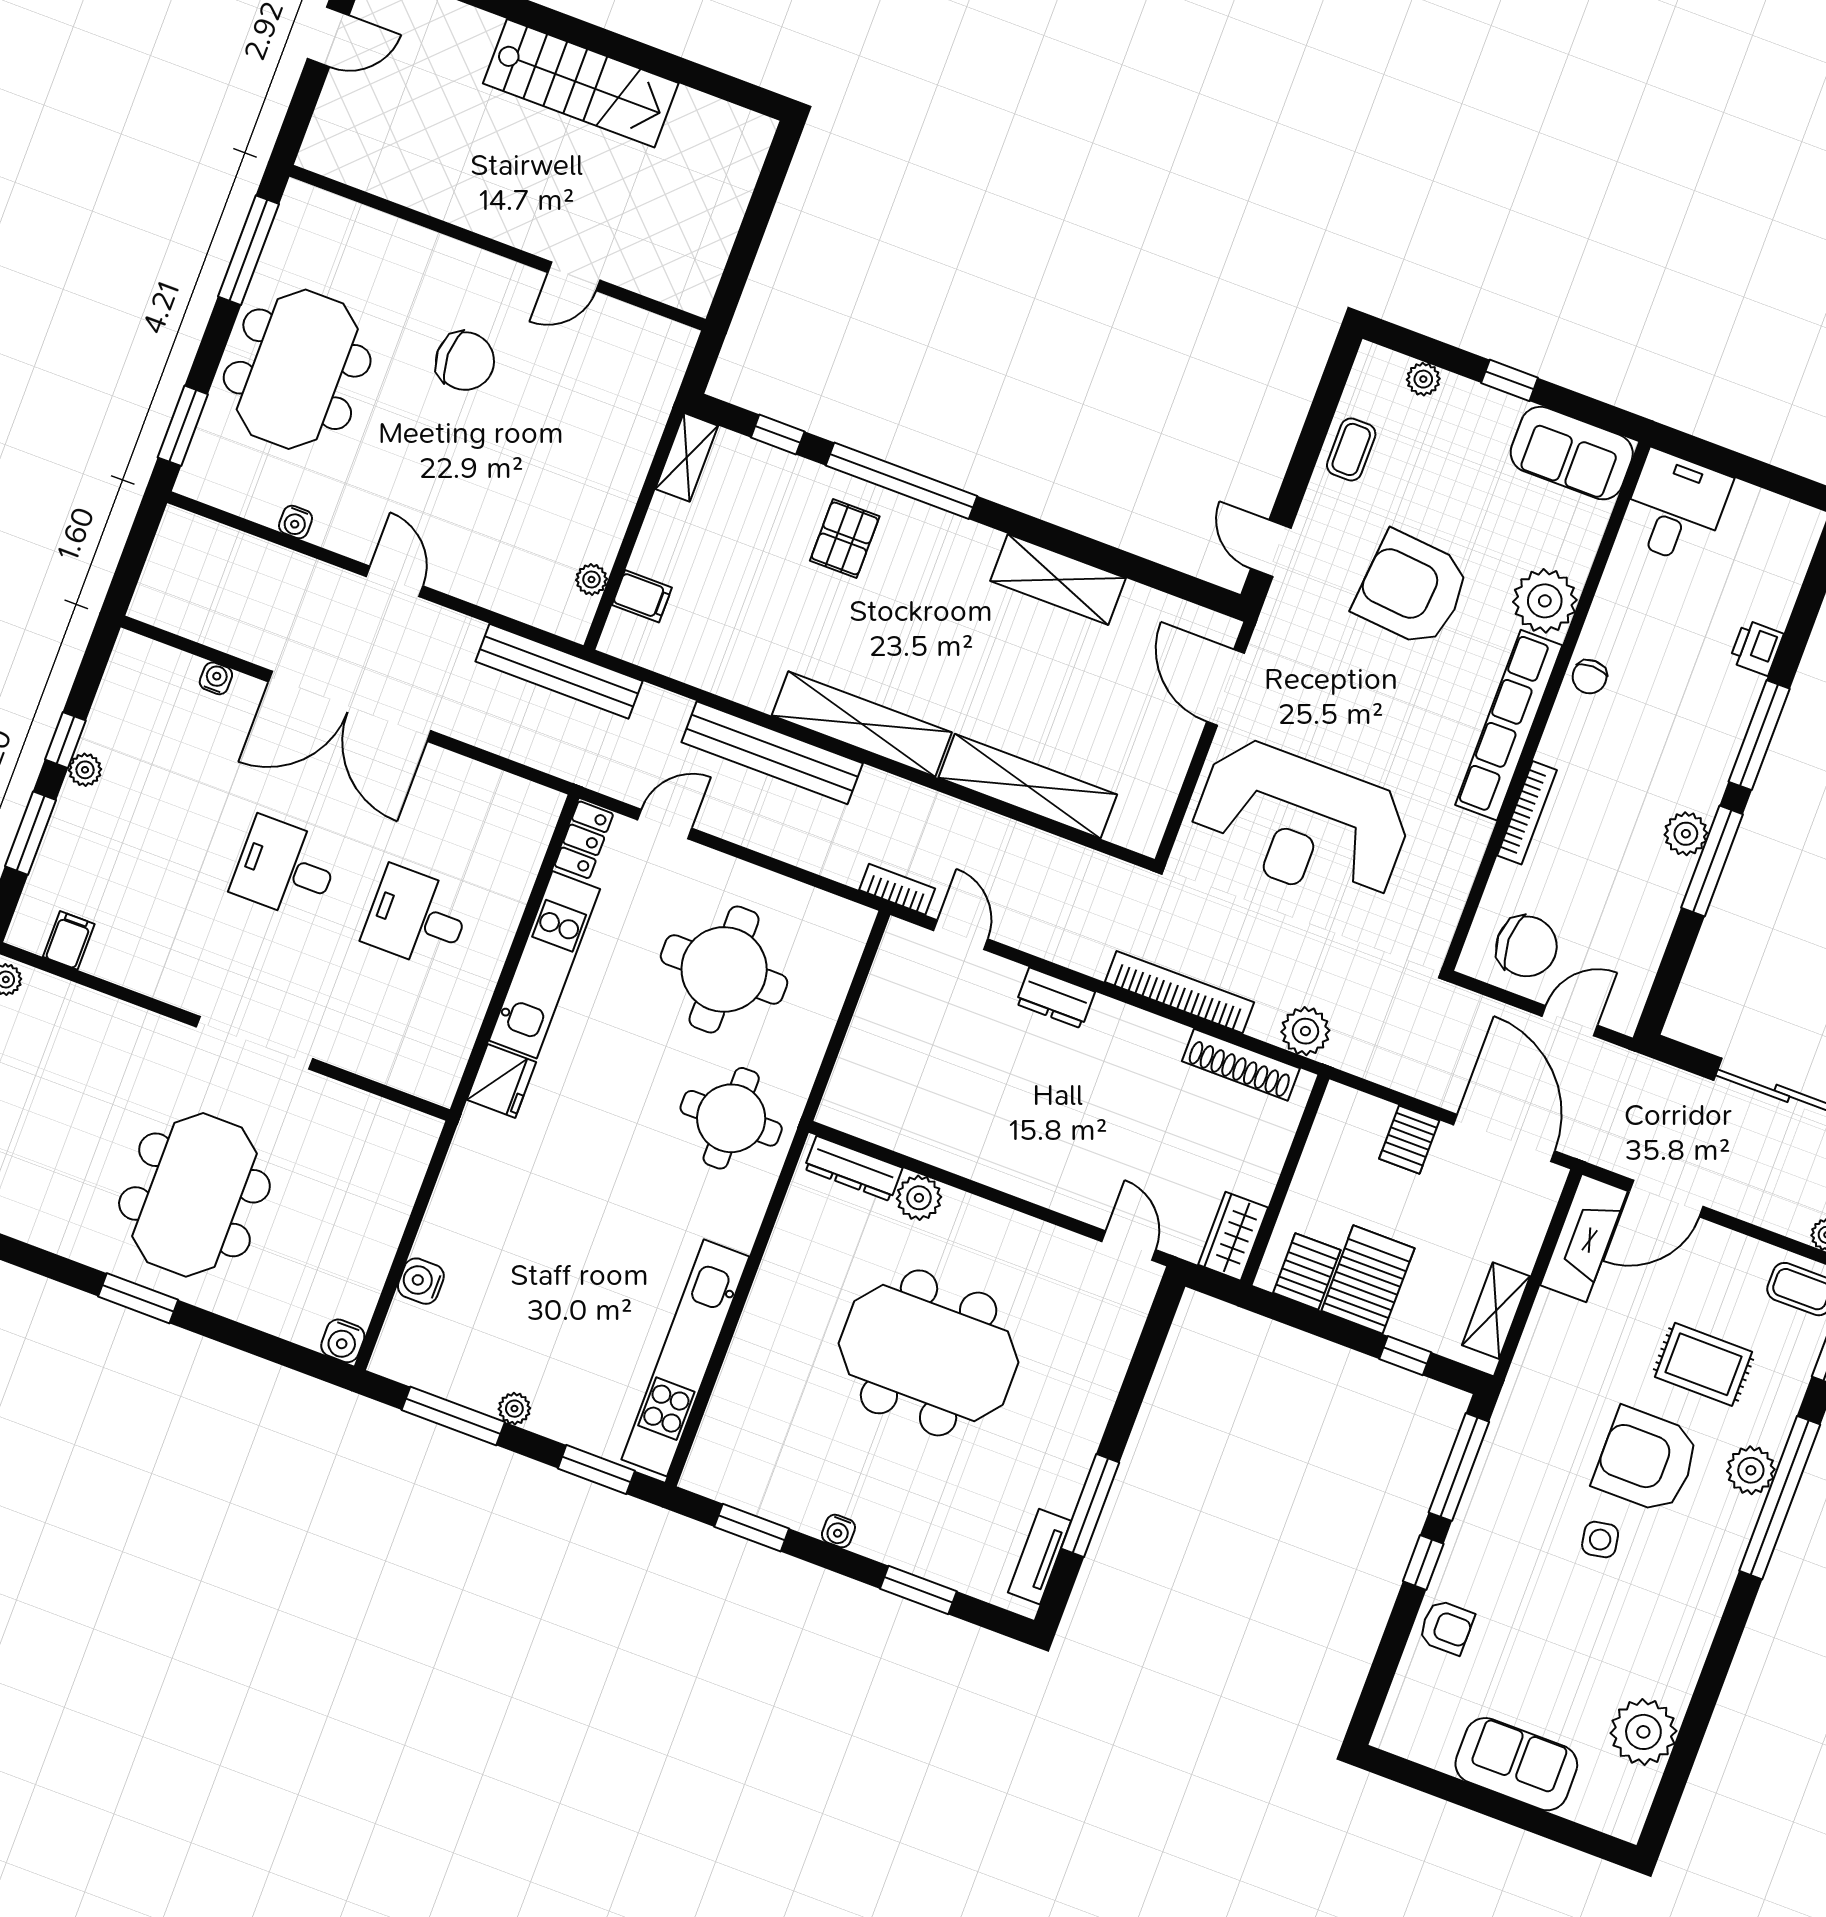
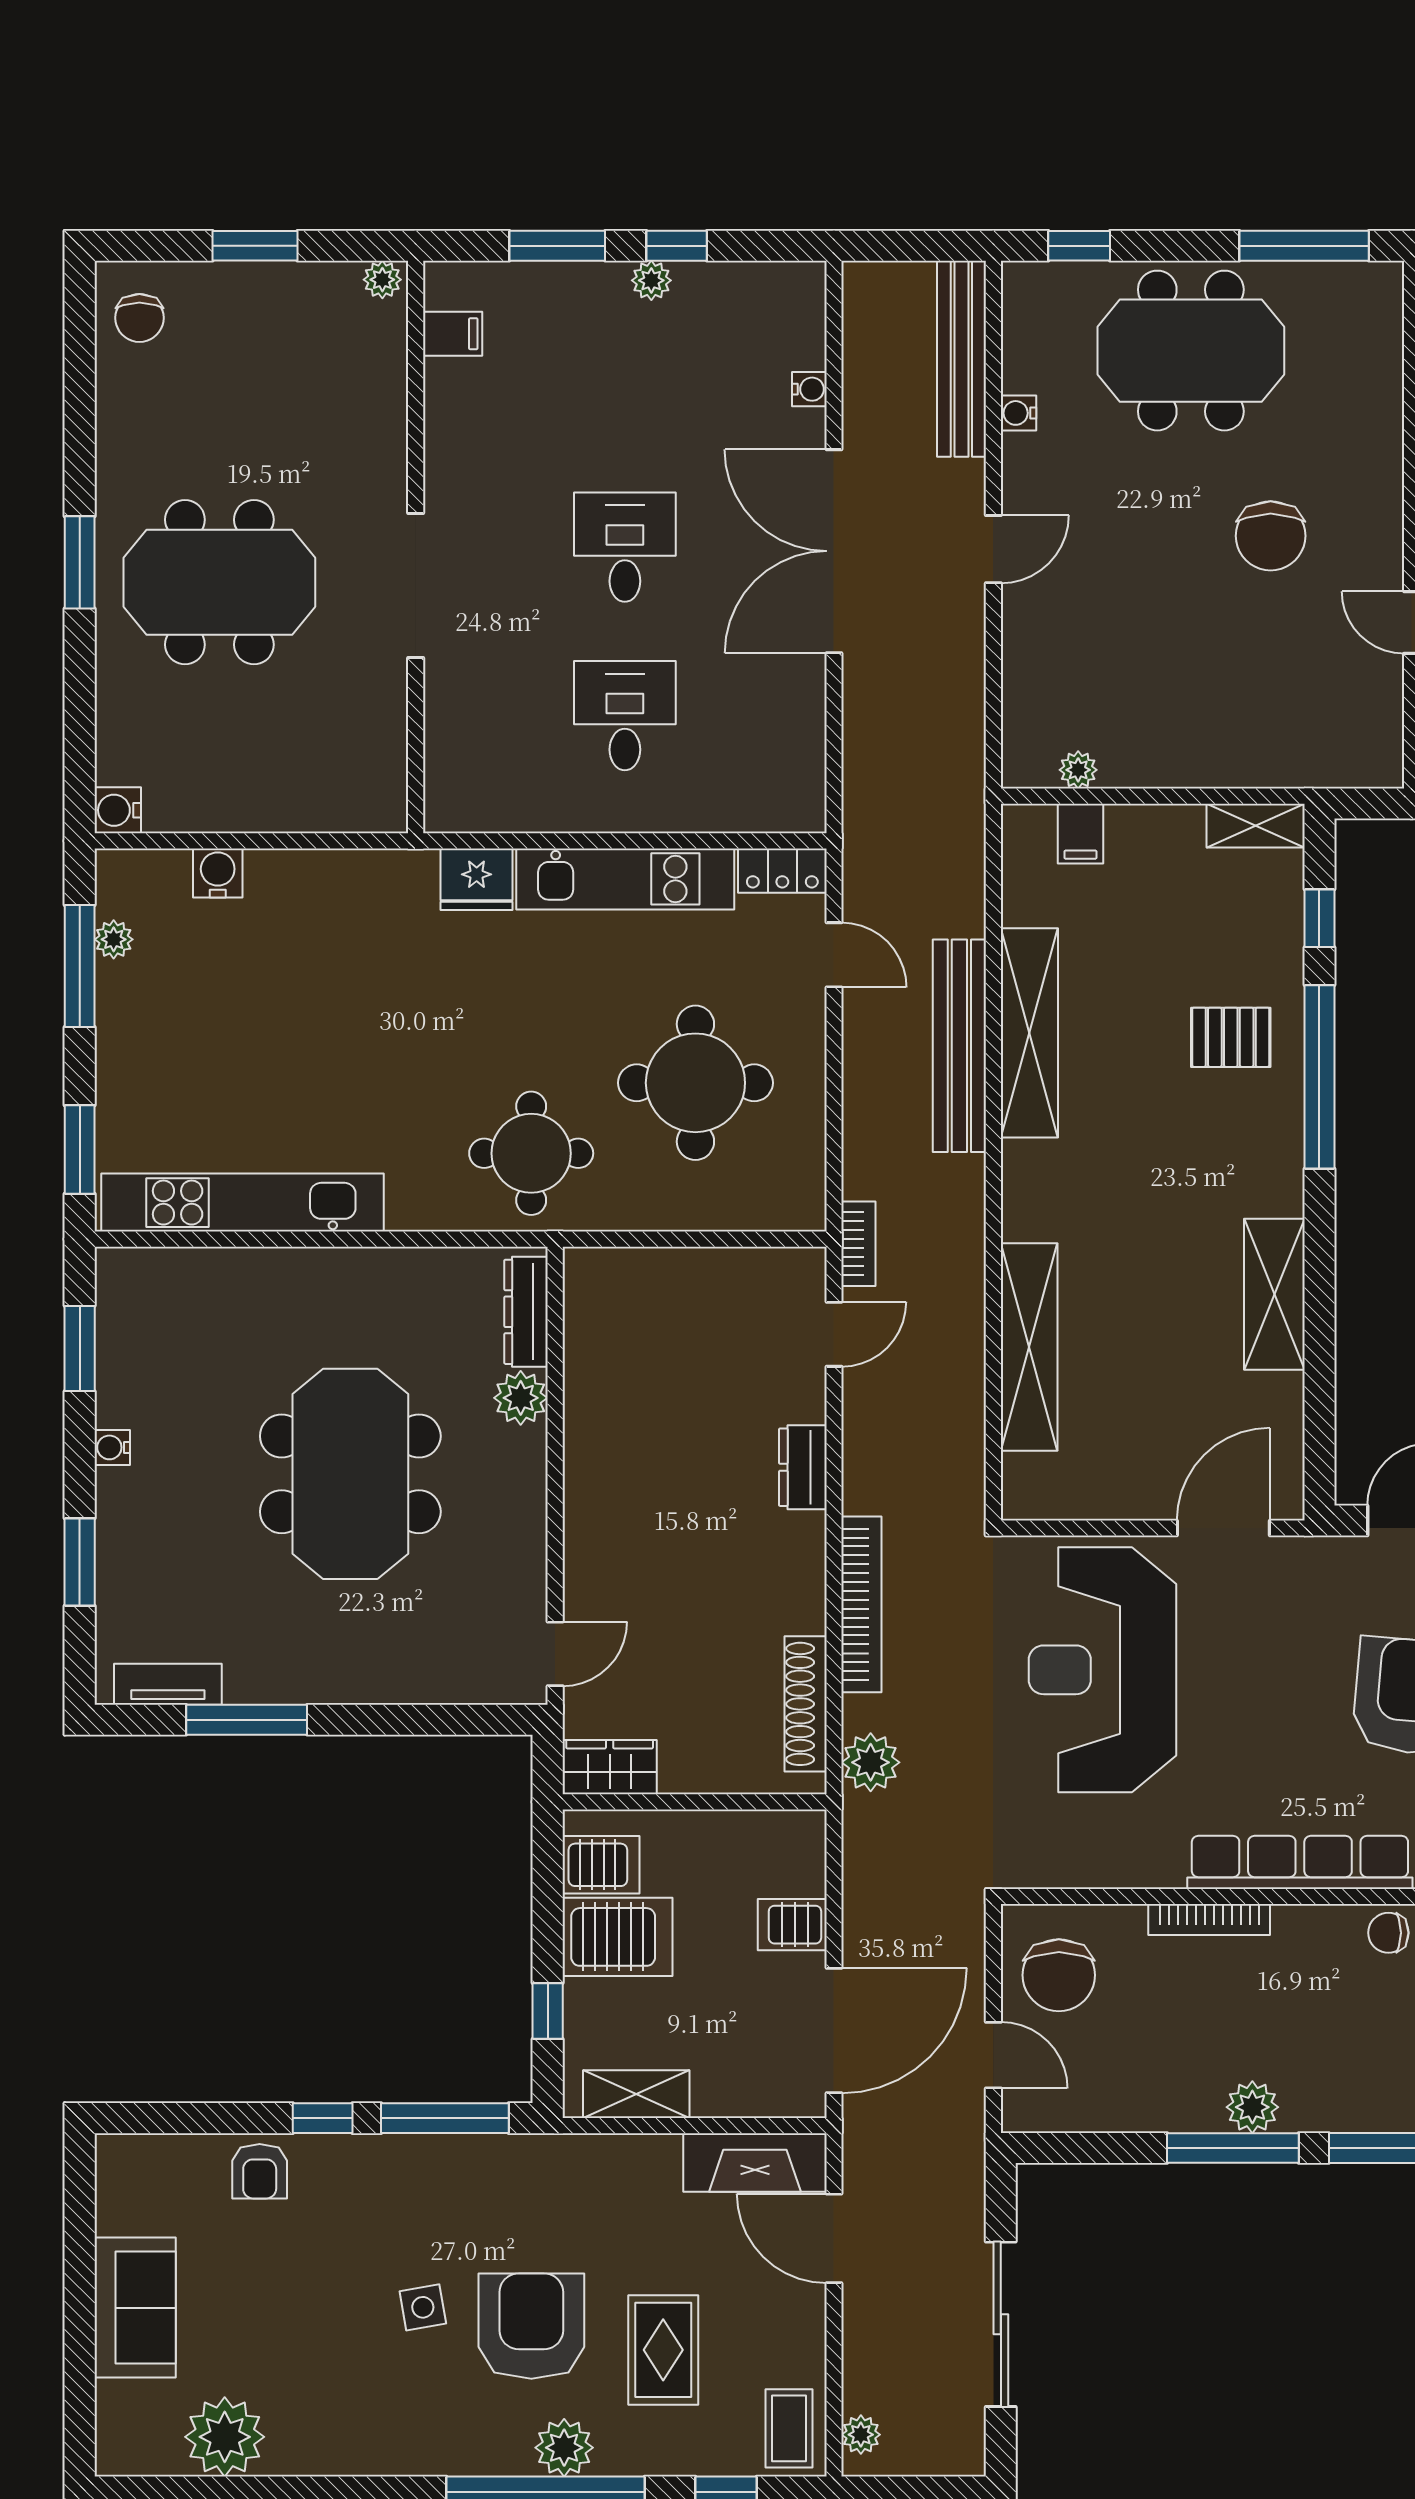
window: (183, 426) -> (1079, 246), width x0.67
bench: (559, 671) -> (961, 359), moved
shelving: (862, 724) -> (1029, 1033), moved
plant: (514, 1409) -> (114, 939), moved

